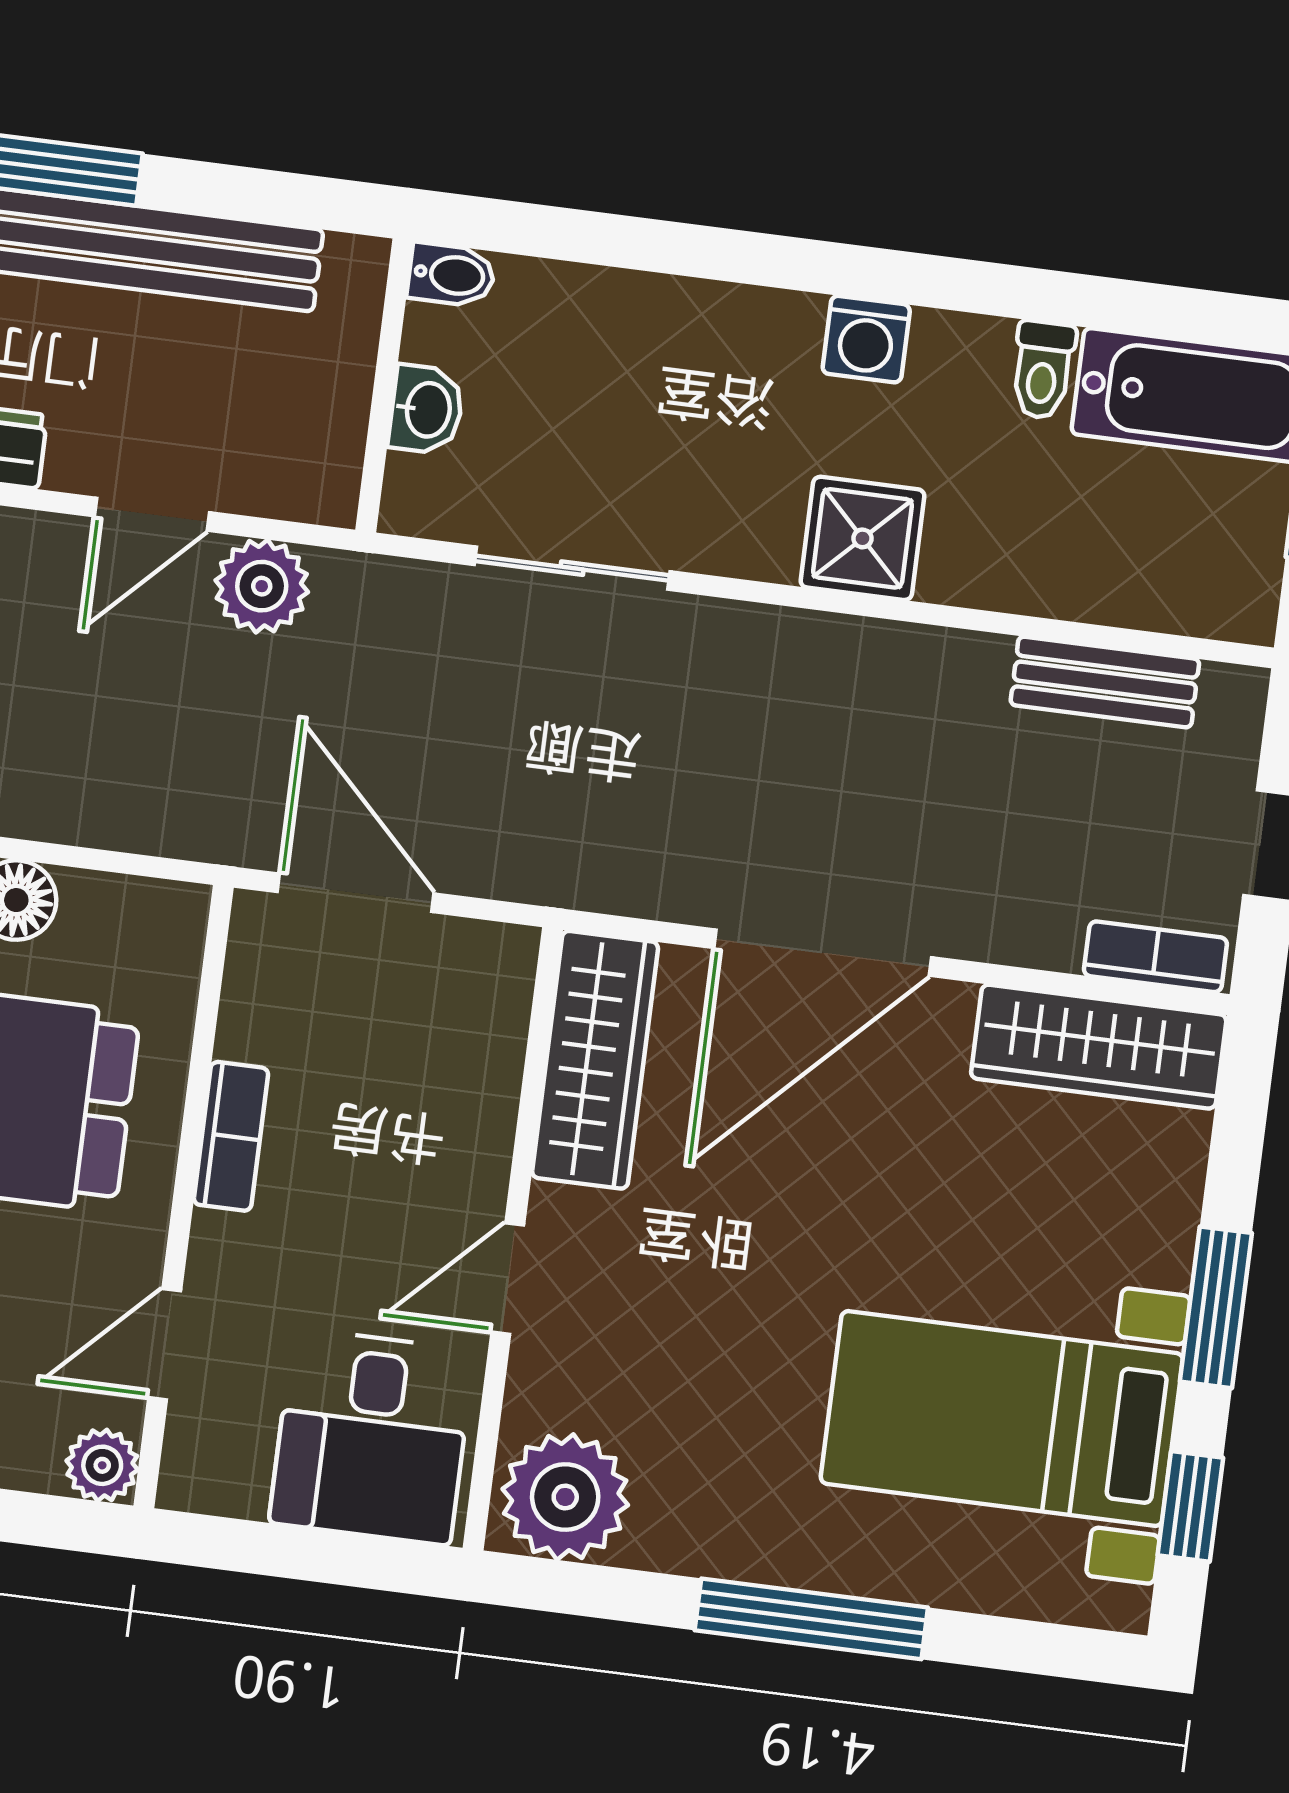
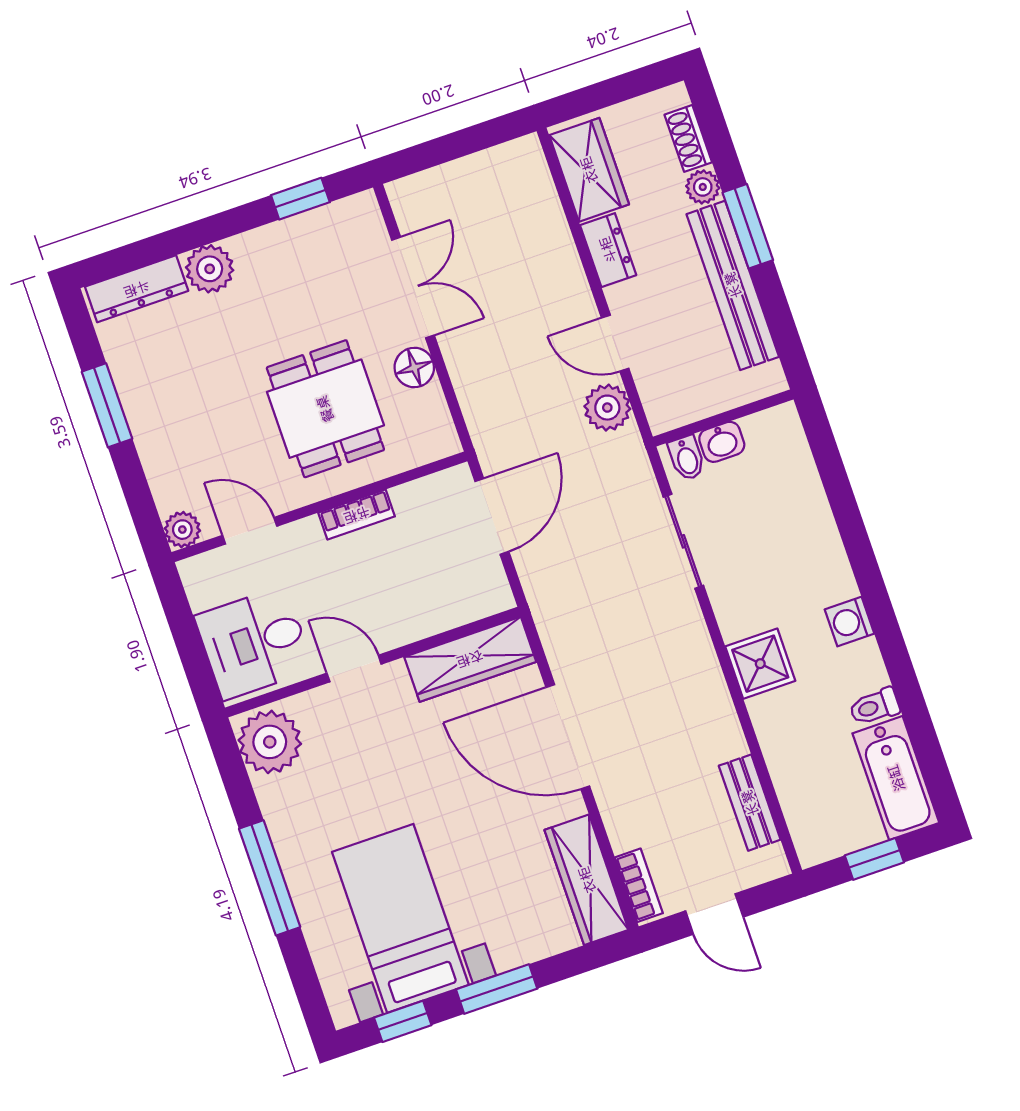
bidet: (451, 275) -> (687, 458), moved

